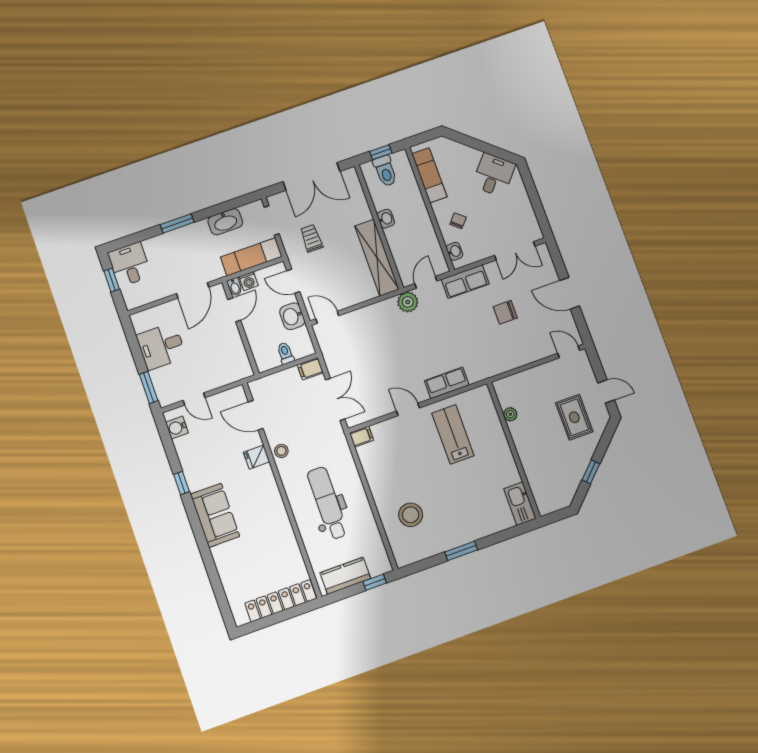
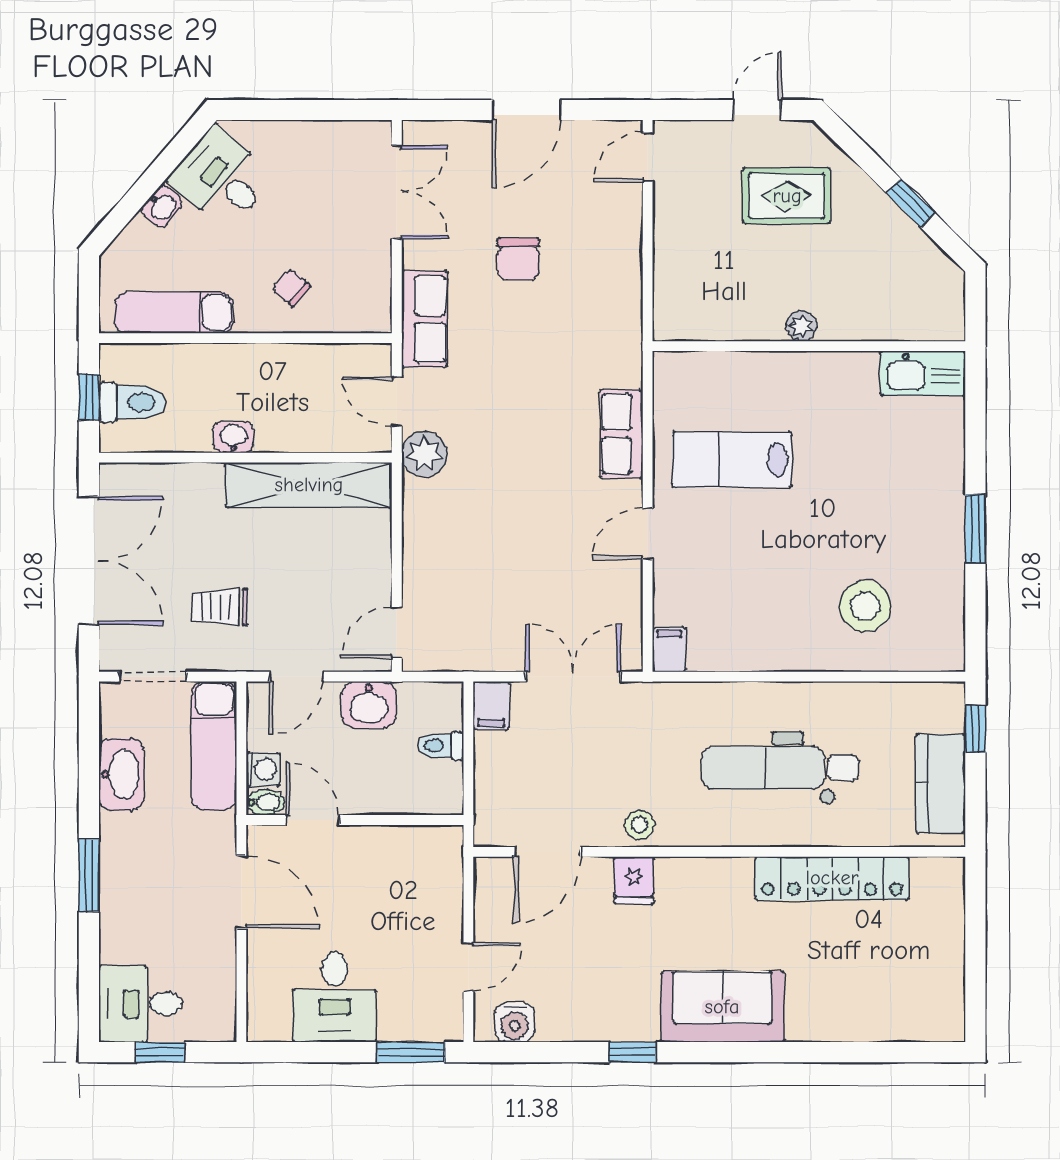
washbasin: (455, 251) -> (162, 206), moved, turned 131
plant: (510, 414) -> (801, 326), moved
locker: (281, 601) -> (832, 878), moved, turned -90

